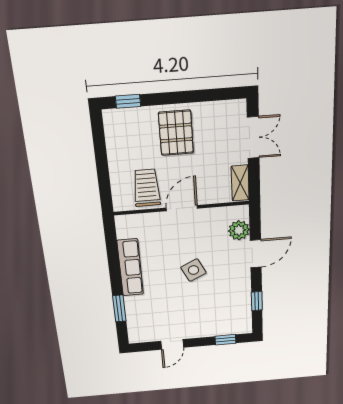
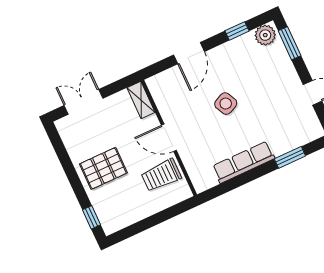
shelving: (240, 183) -> (141, 100), moved, turned 90
plant: (239, 230) -> (265, 35), moved
door: (256, 254) -> (189, 53), swing flipped
window: (225, 340) -> (290, 43), width x1.50

